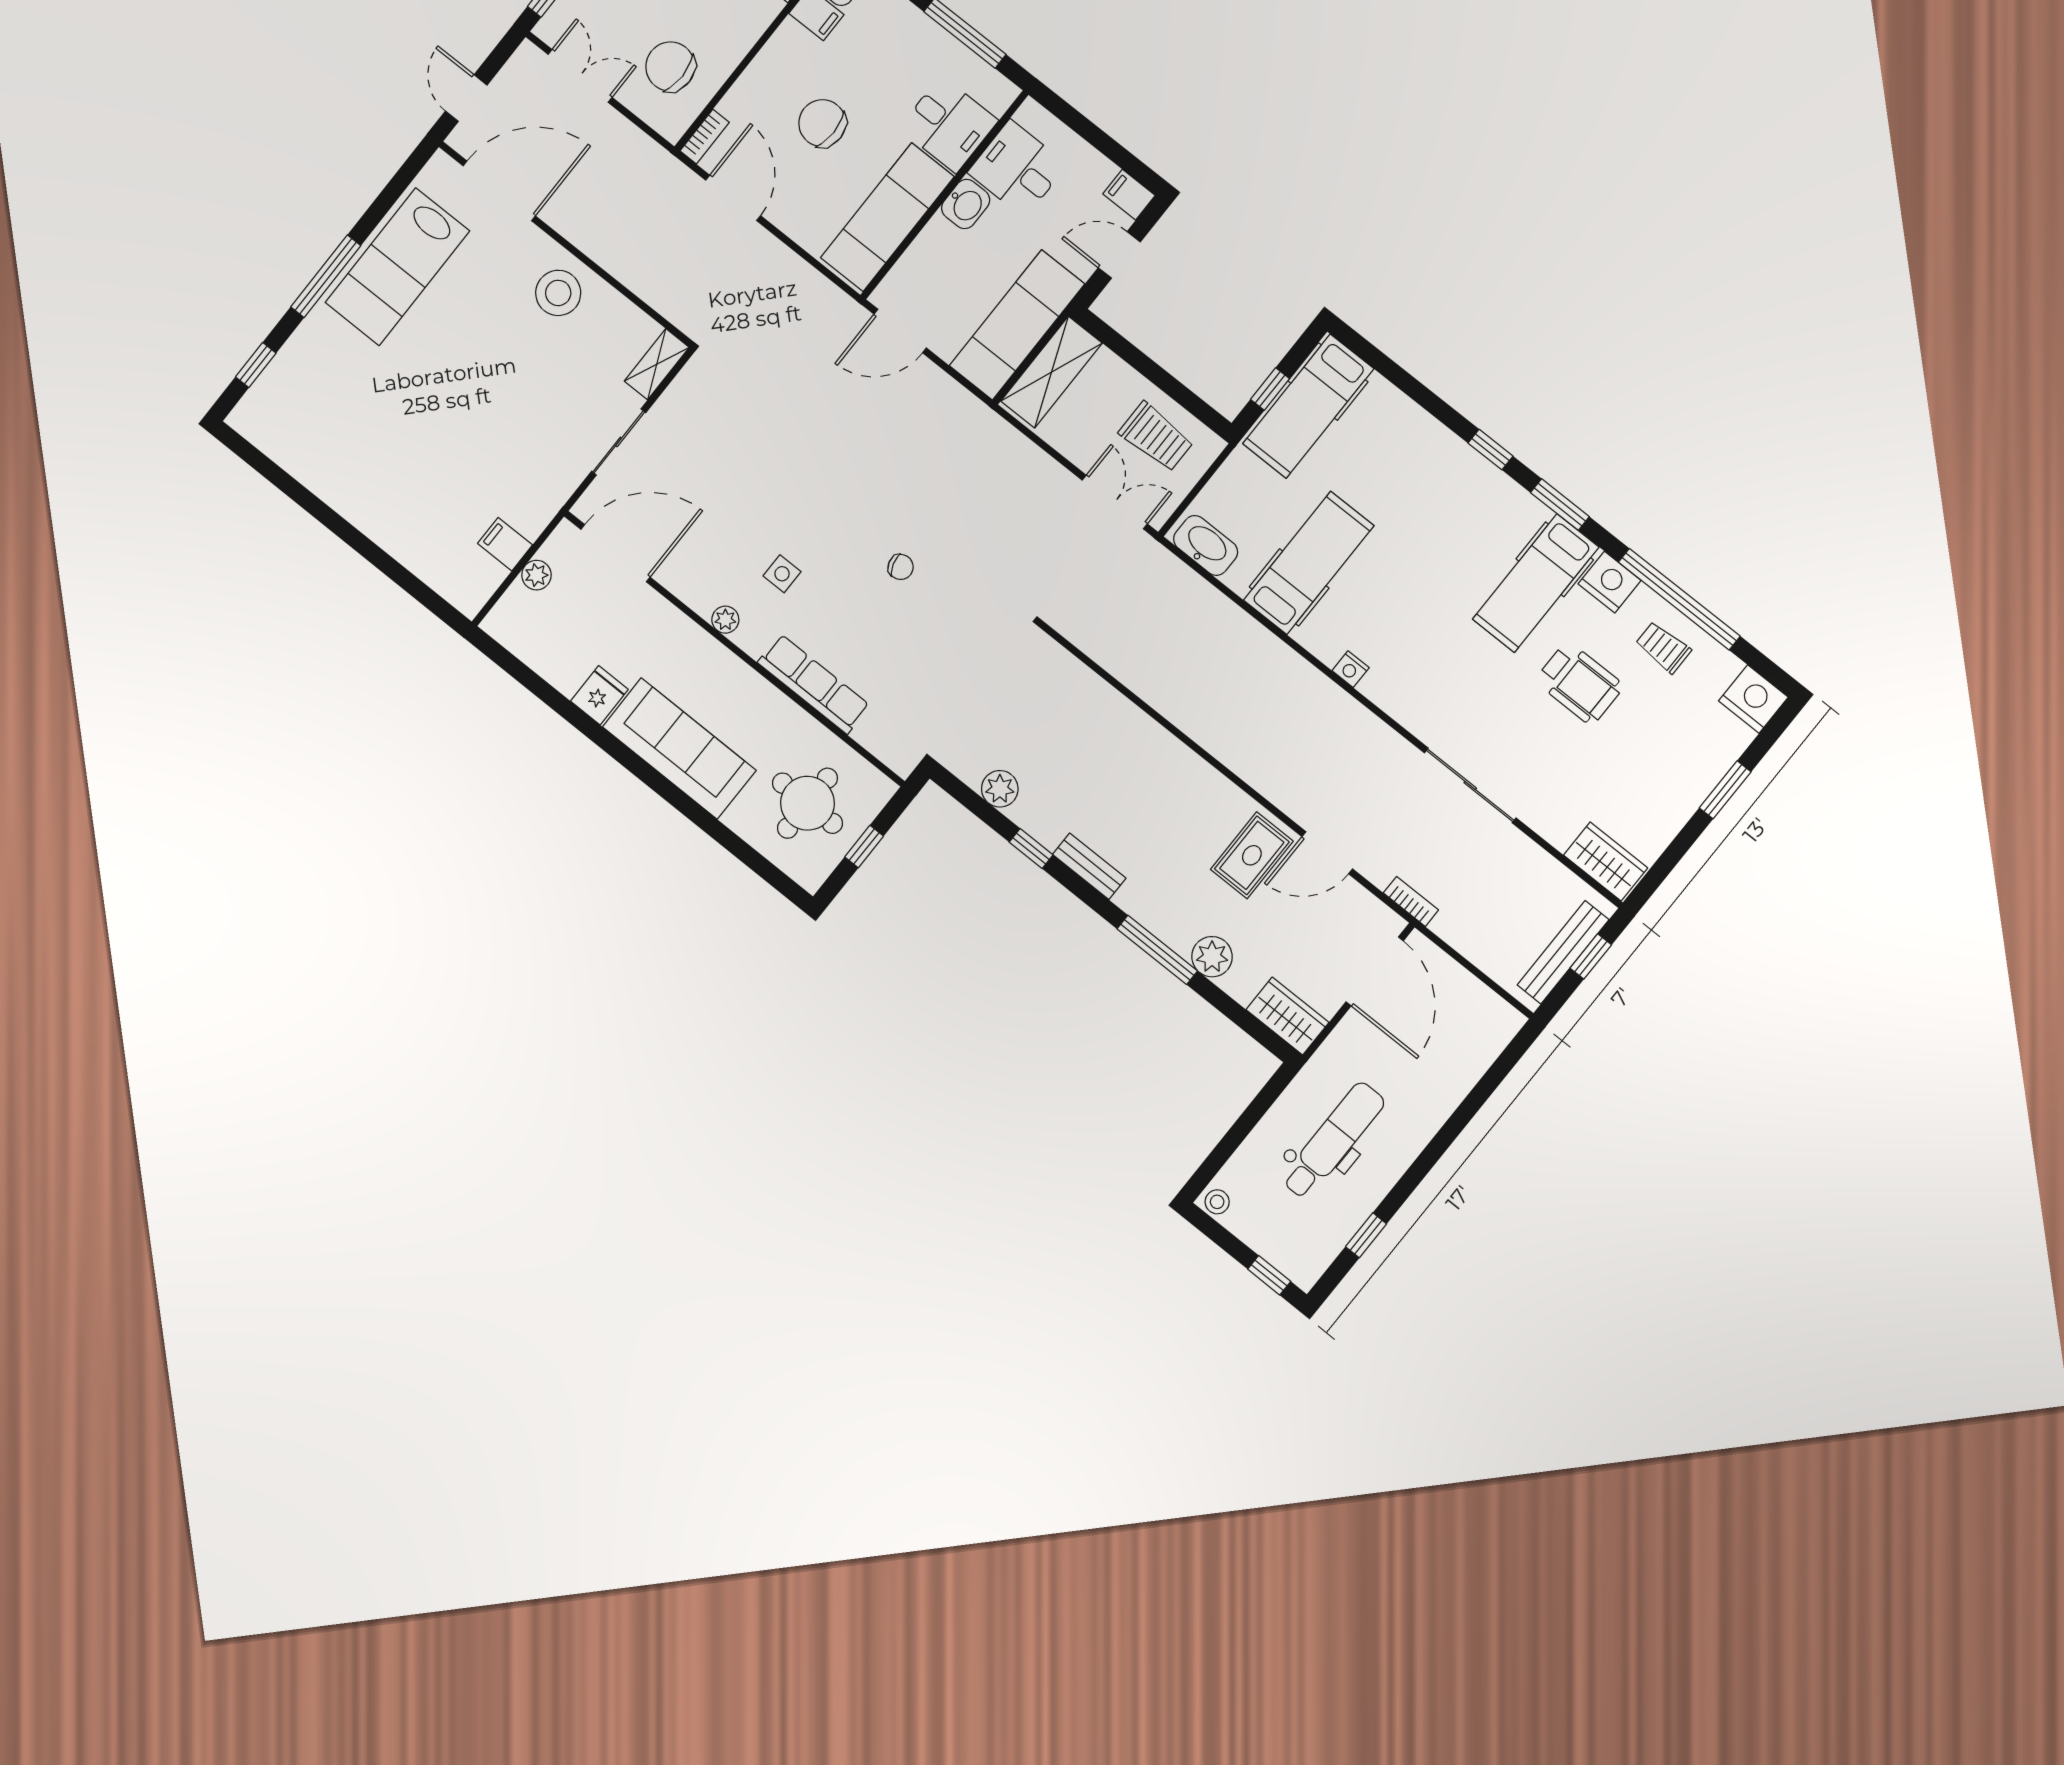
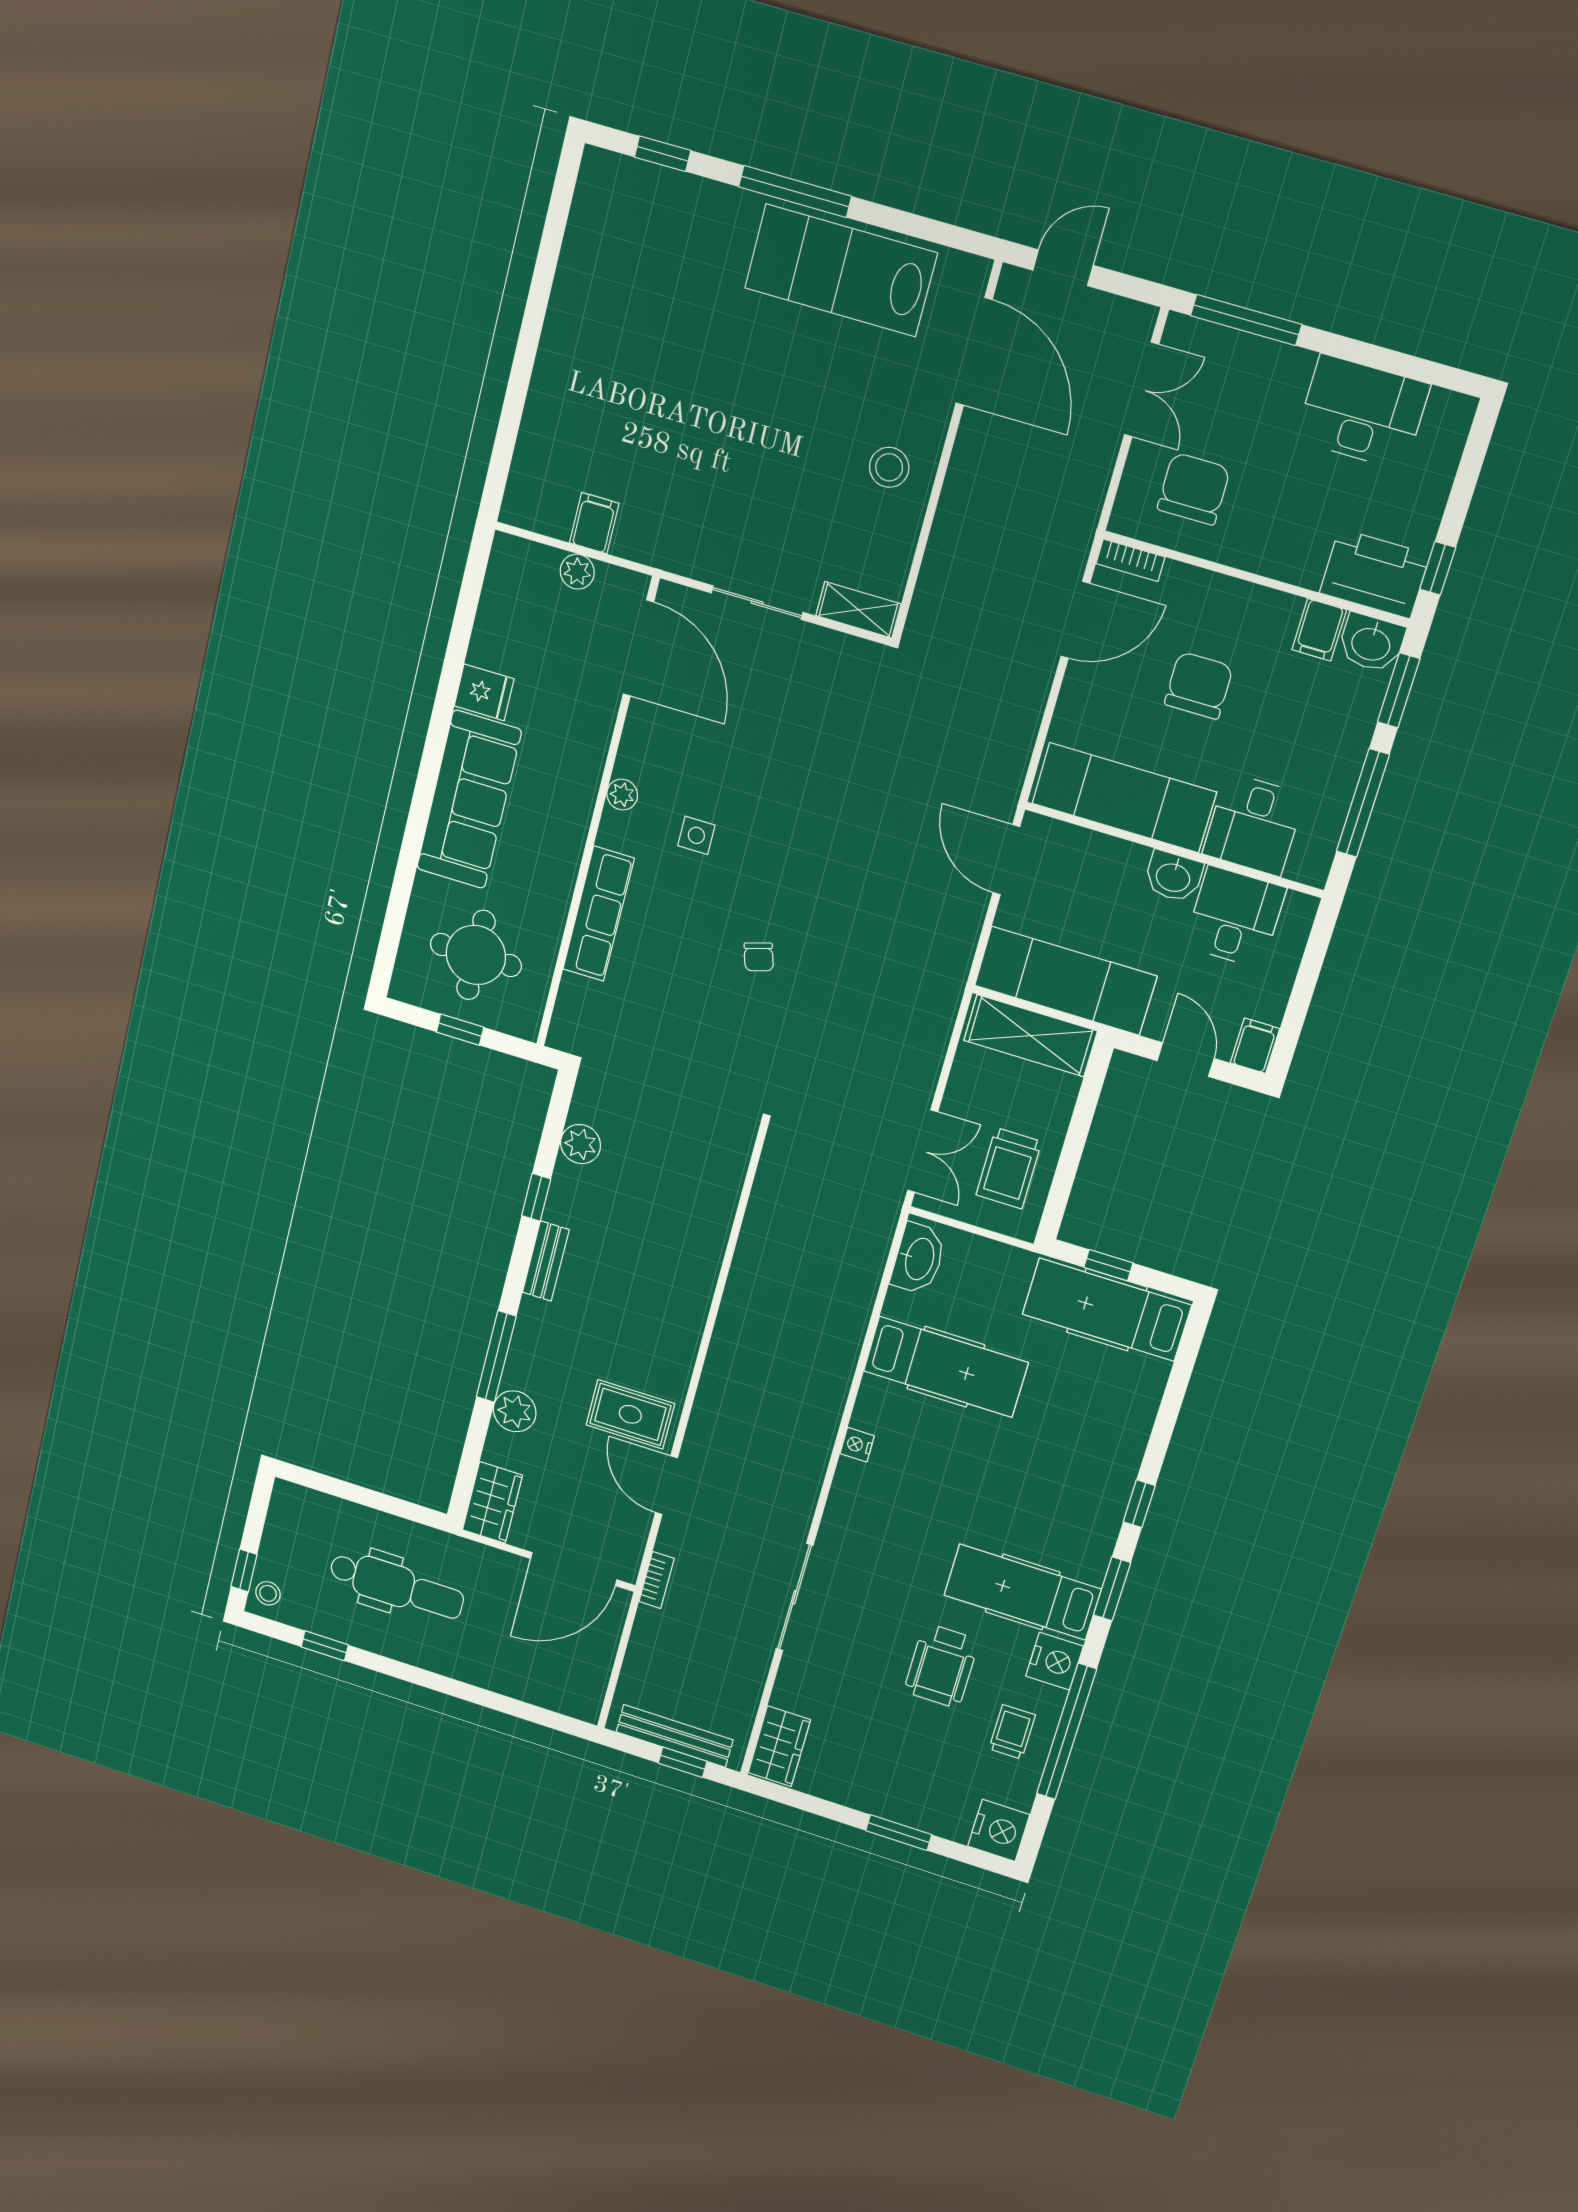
stool: (558, 293) -> (889, 467), width x0.73, depth x0.73
stool: (1217, 1202) -> (268, 1593), moved

